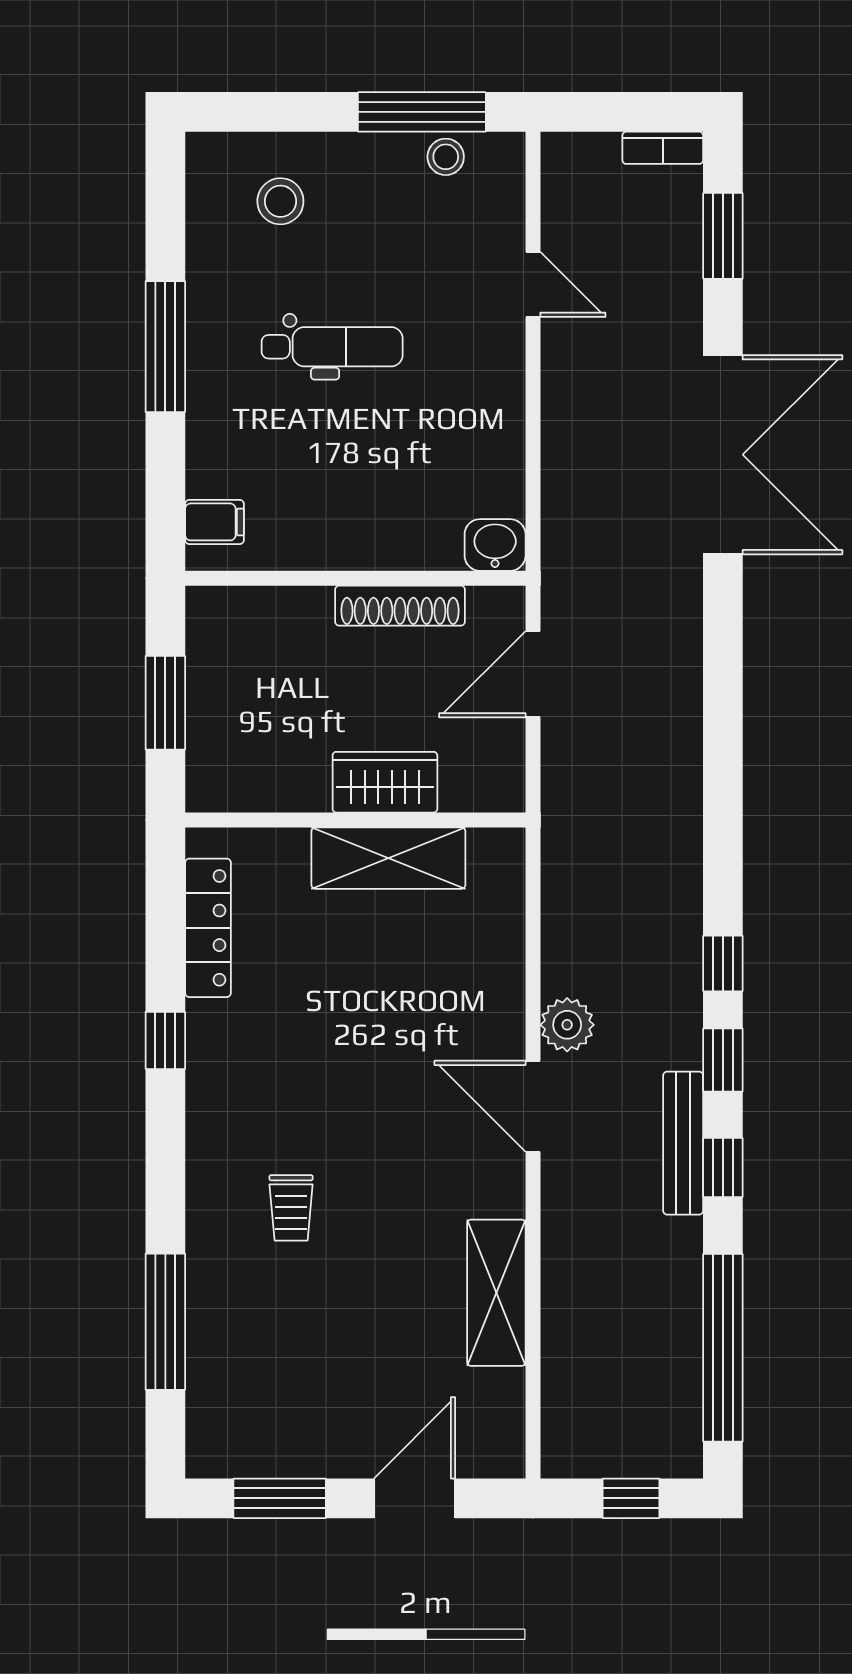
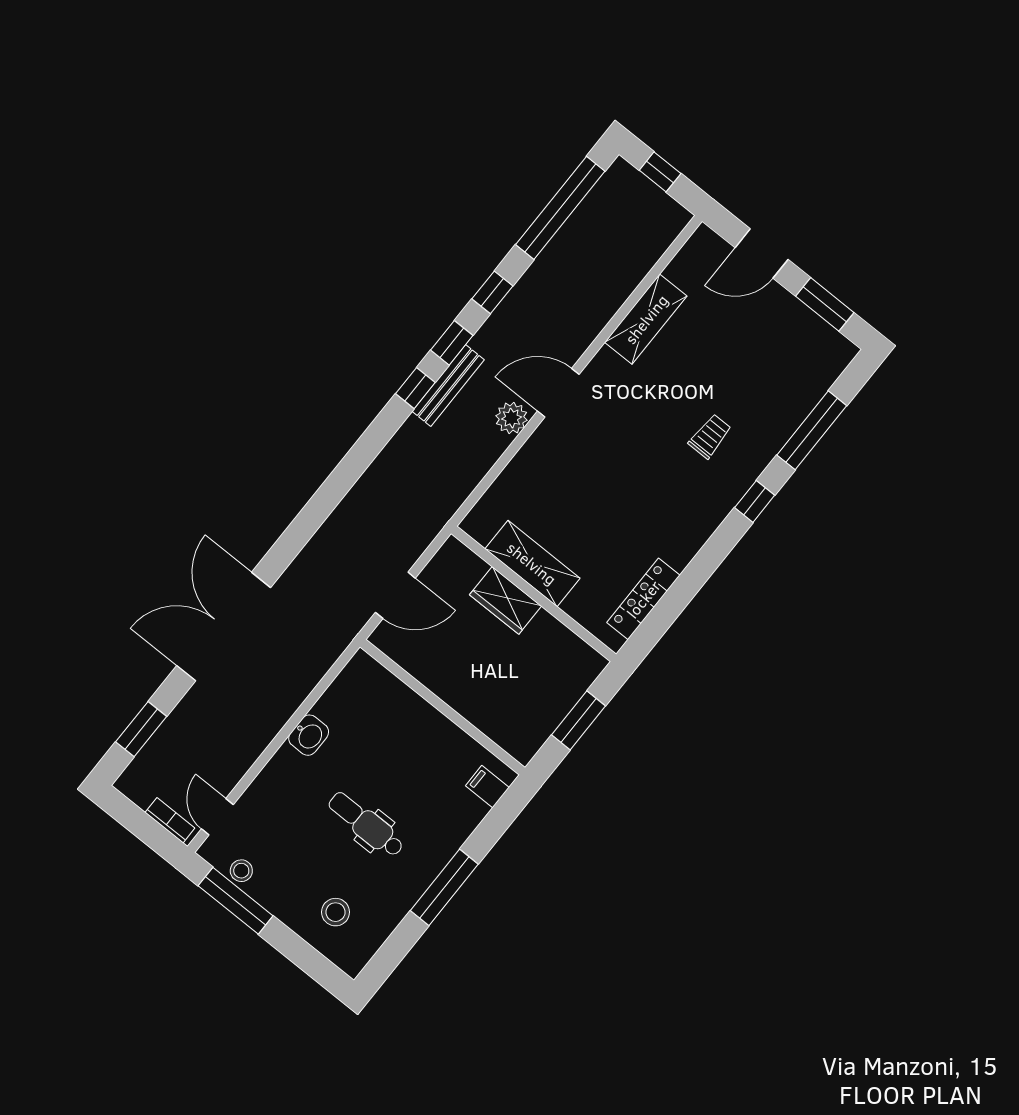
bookcase: (663, 148) -> (170, 820), moved
door: (533, 284) -> (217, 817), moved
washbasin: (495, 545) -> (309, 735), moved, turned -90
shoe rack: (400, 606) -> (432, 677), removed
window: (165, 1040) -> (755, 501), moved
door: (533, 1106) -> (558, 393), swing flipped
bench: (683, 1143) -> (448, 385), moved

